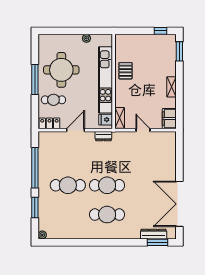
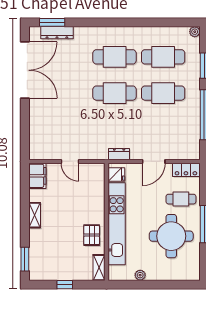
window: (160, 31) -> (65, 285), moved
shelving: (120, 118) -> (99, 268), moved
cafe table: (68, 215) -> (163, 57), added

